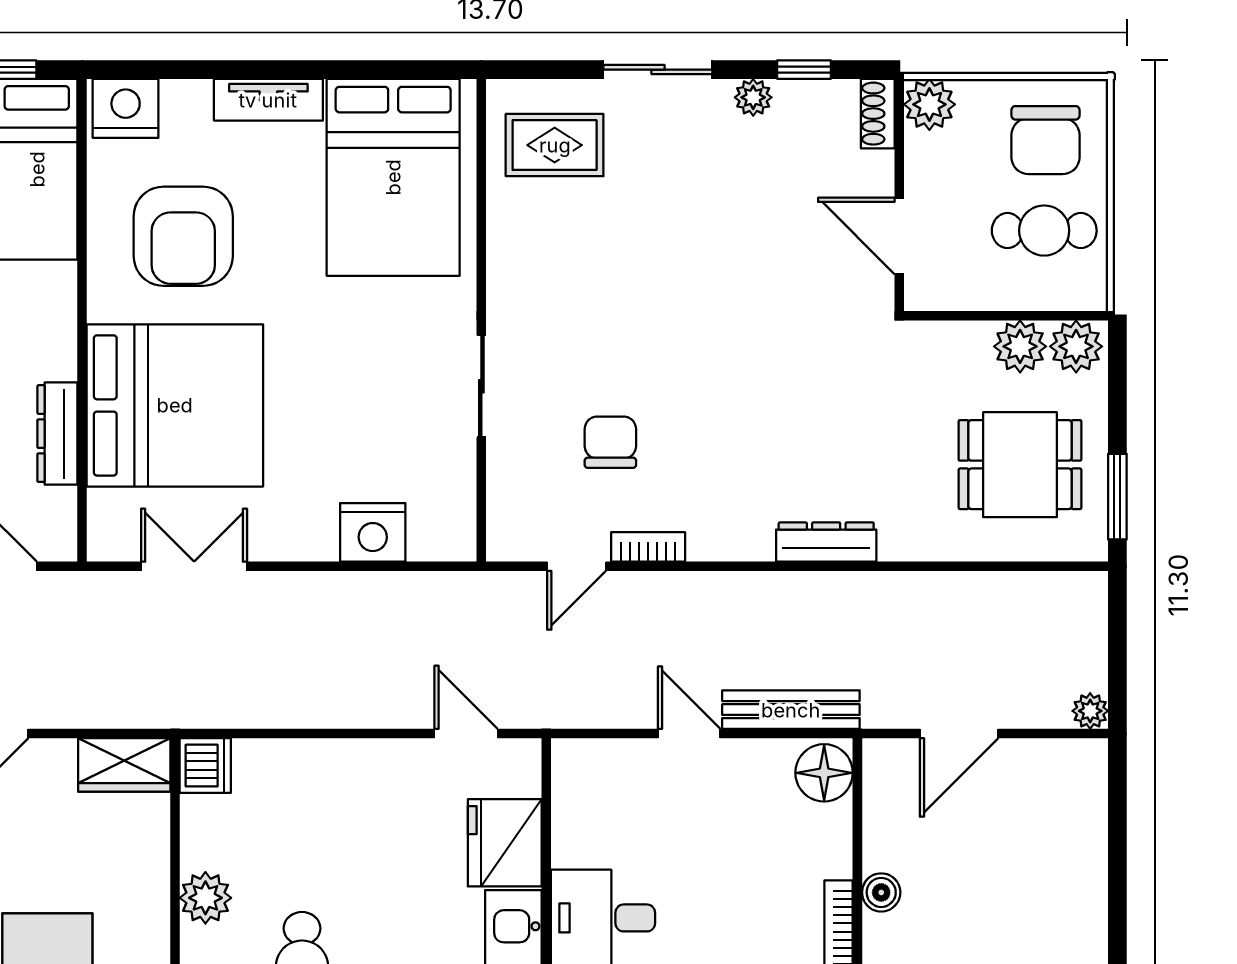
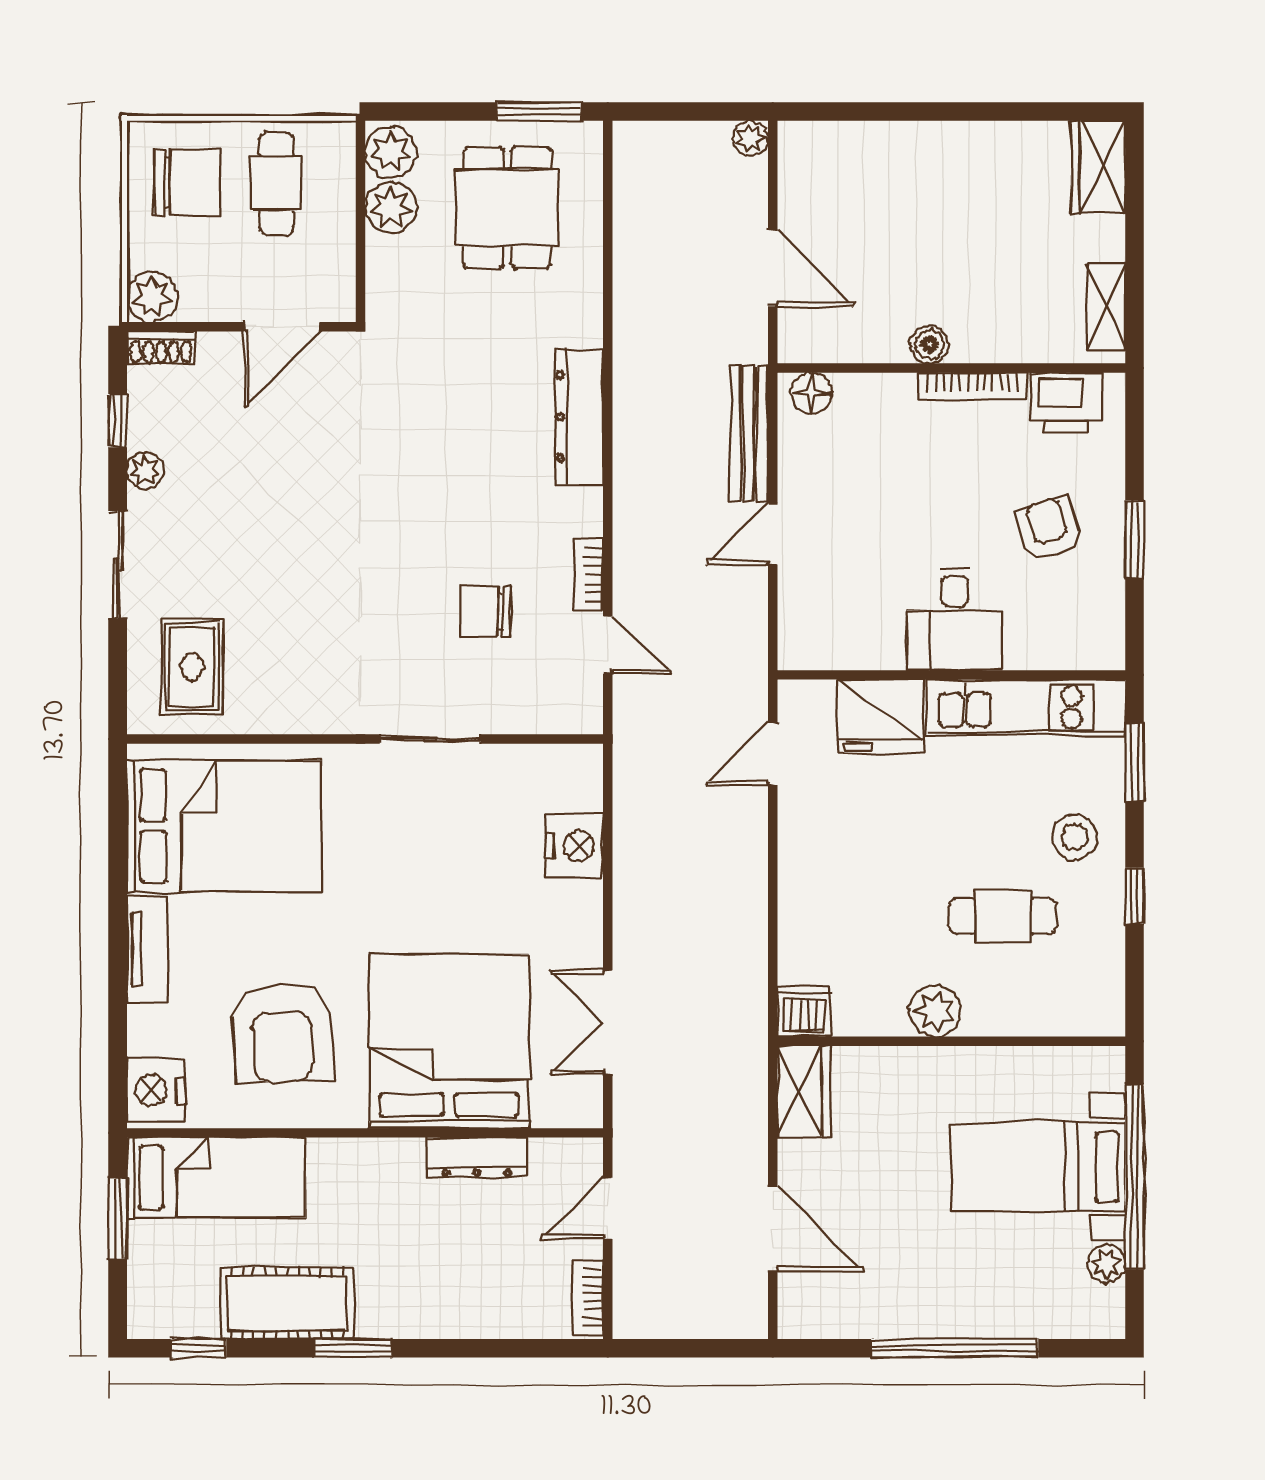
armchair: (183, 236) -> (282, 1033), turned 87
dresser: (826, 542) -> (579, 417), width x1.37, depth x1.24
floor lamp: (824, 773) -> (811, 393), width x0.73, depth x0.73

